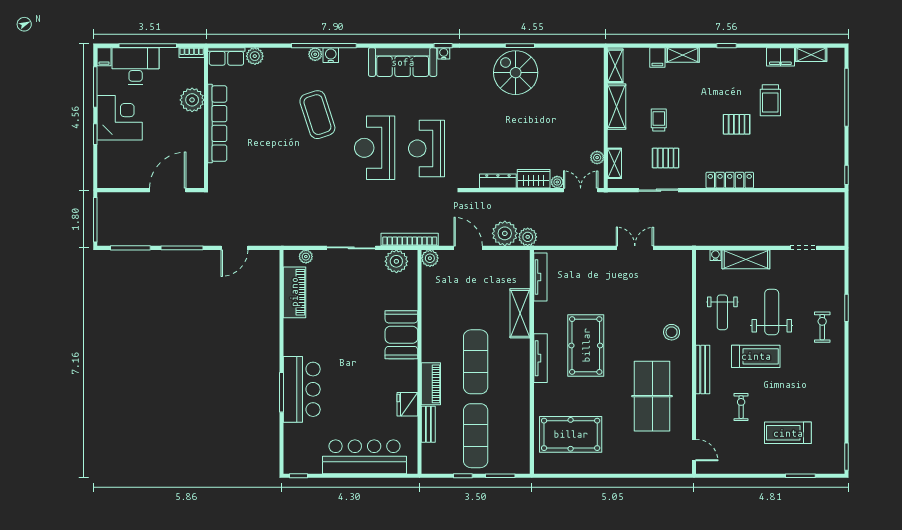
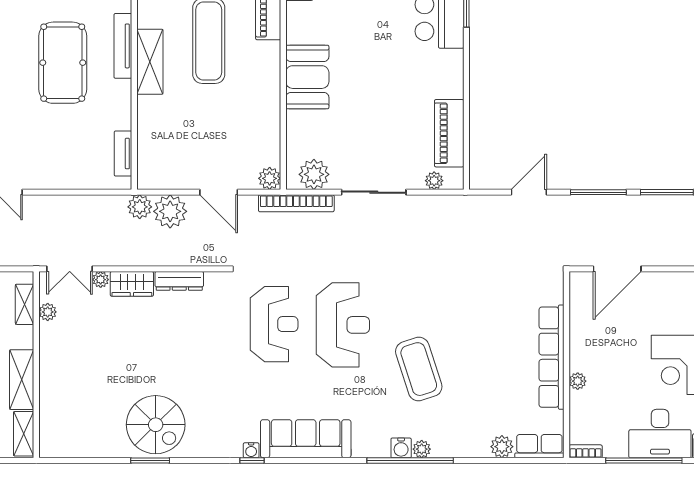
plant: (192, 100) -> (578, 381), width x0.53, depth x0.53
tv unit: (540, 277) -> (123, 154), width x0.71
shelving: (520, 313) -> (150, 62), moved

